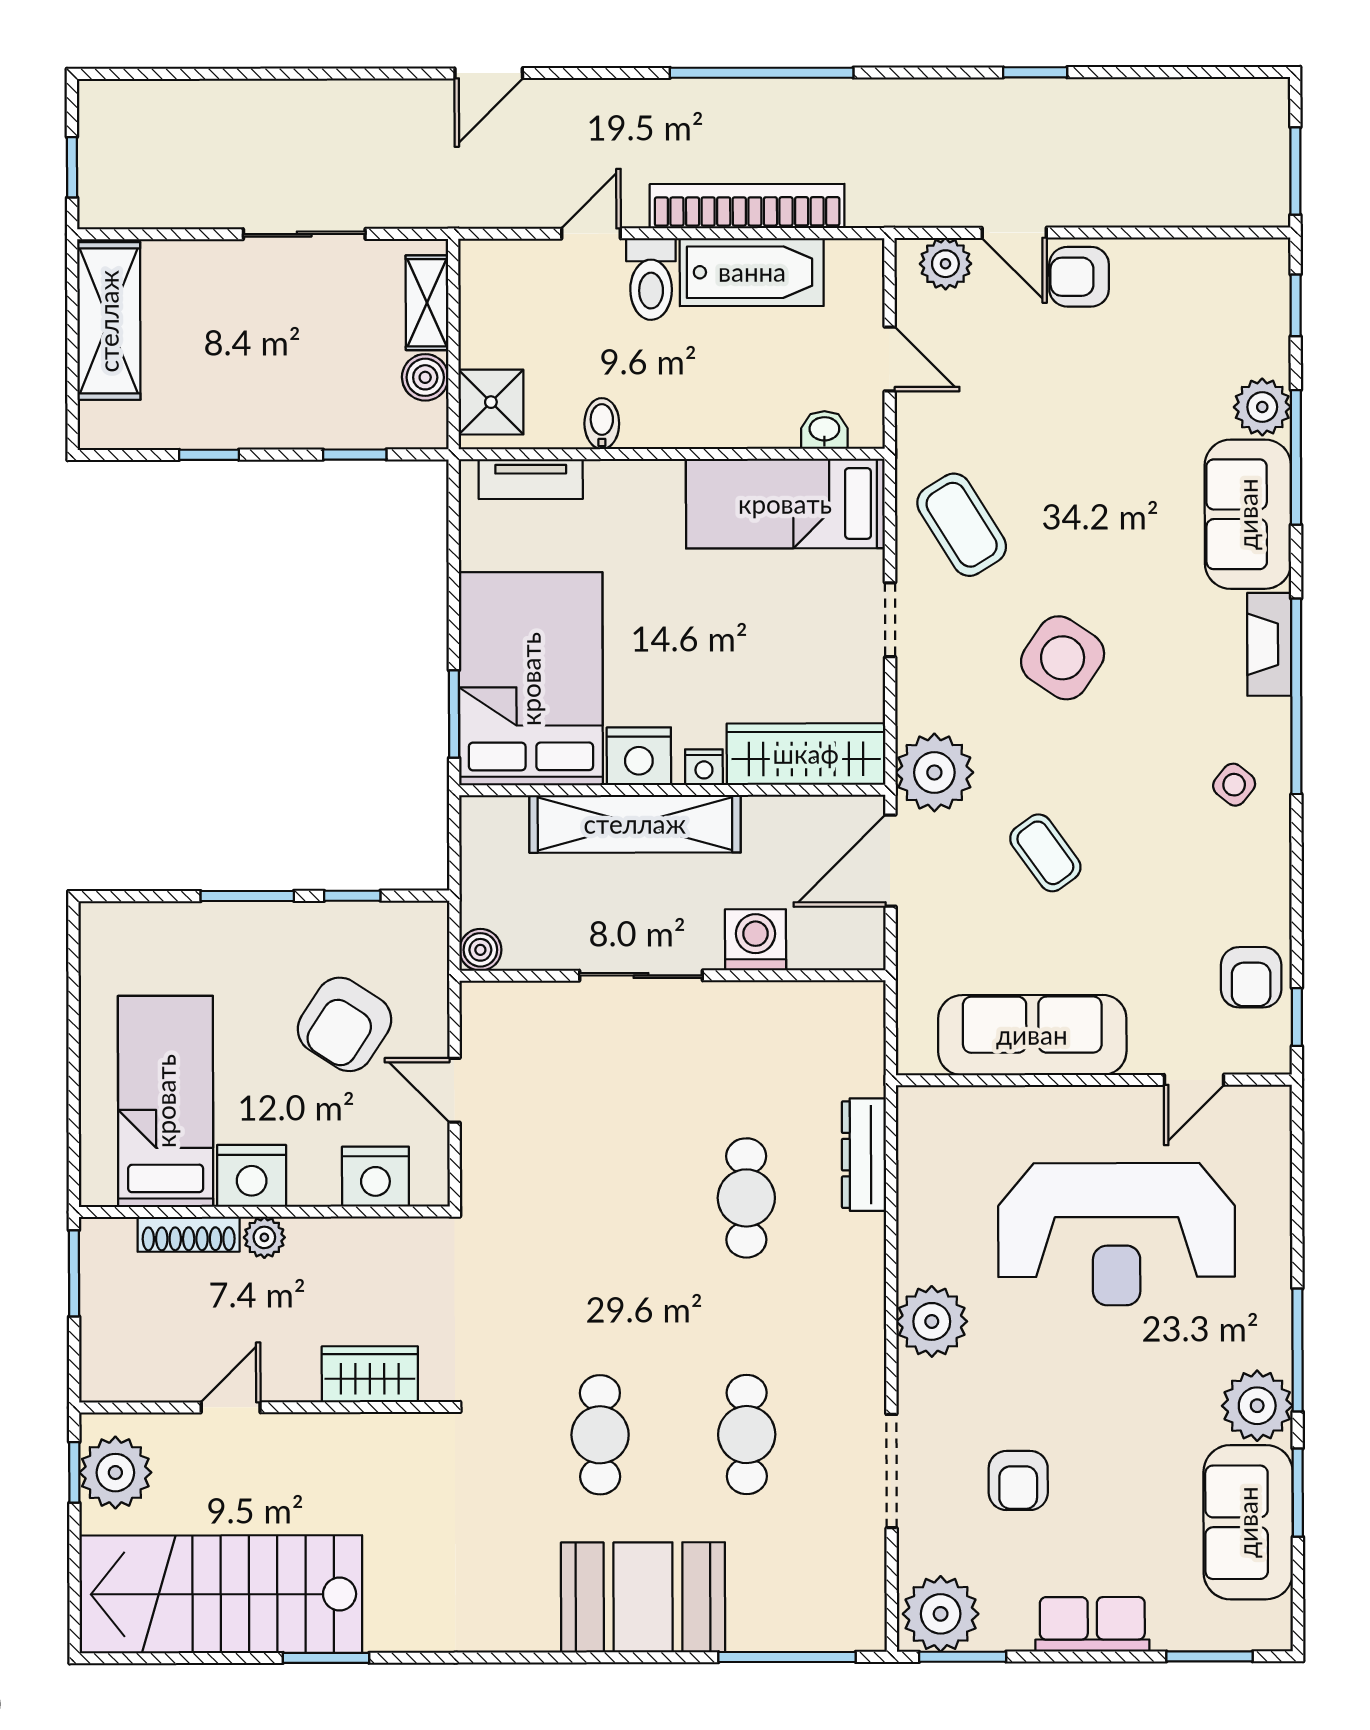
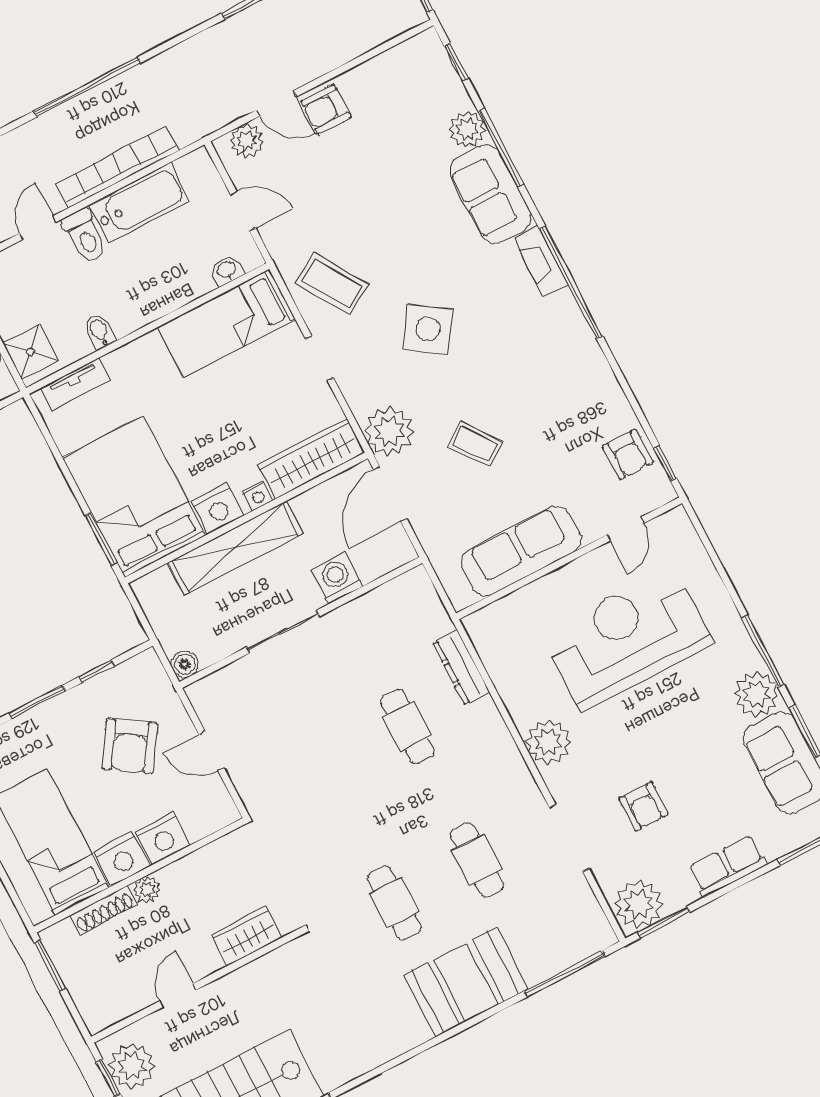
side table: (1234, 785) -> (562, 351), removed
nightstand: (375, 1177) -> (163, 838), moved
reception desk: (1117, 1234) -> (627, 639), turned 180

